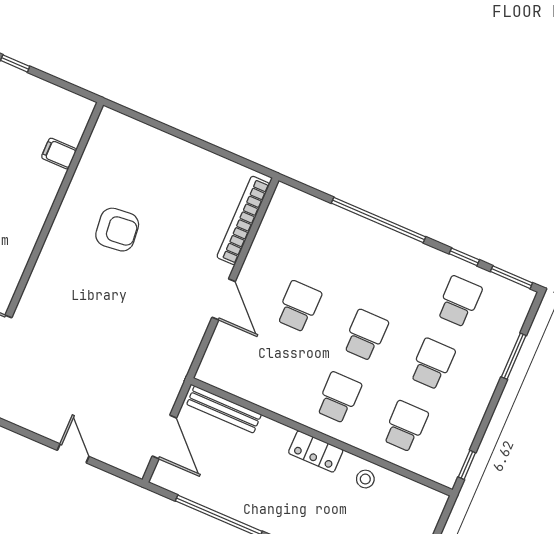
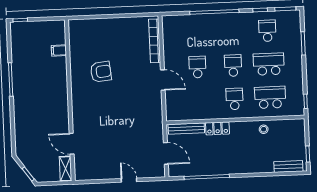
school desk: (432, 364) -> (269, 64), width x1.85
school desk: (405, 426) -> (270, 97), width x1.85
locker: (316, 451) -> (218, 128), moved

